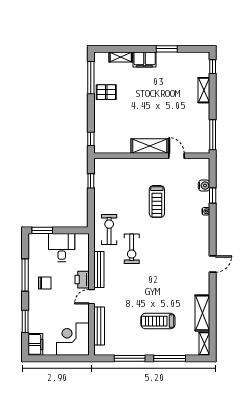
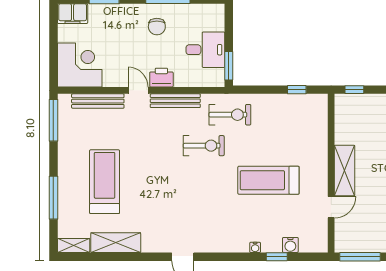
treadmill: (157, 202) -> (268, 180), width x1.37, depth x1.38
window: (42, 230) -> (229, 66), moved
exercise bike: (132, 249) -> (204, 146), turned 180
treadmill: (158, 321) -> (105, 182), width x1.37, depth x1.38
window: (130, 358) -> (53, 120), moved

